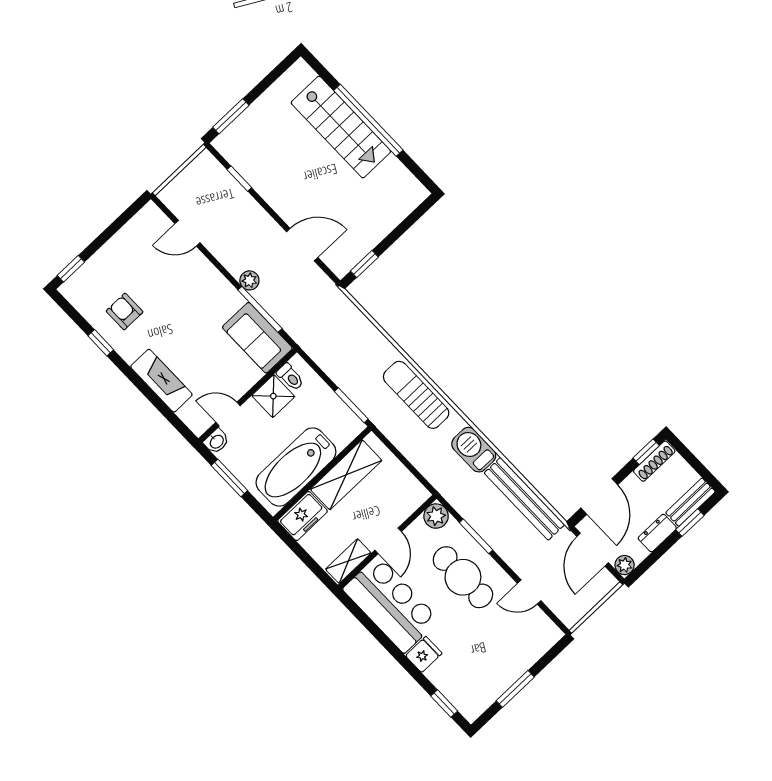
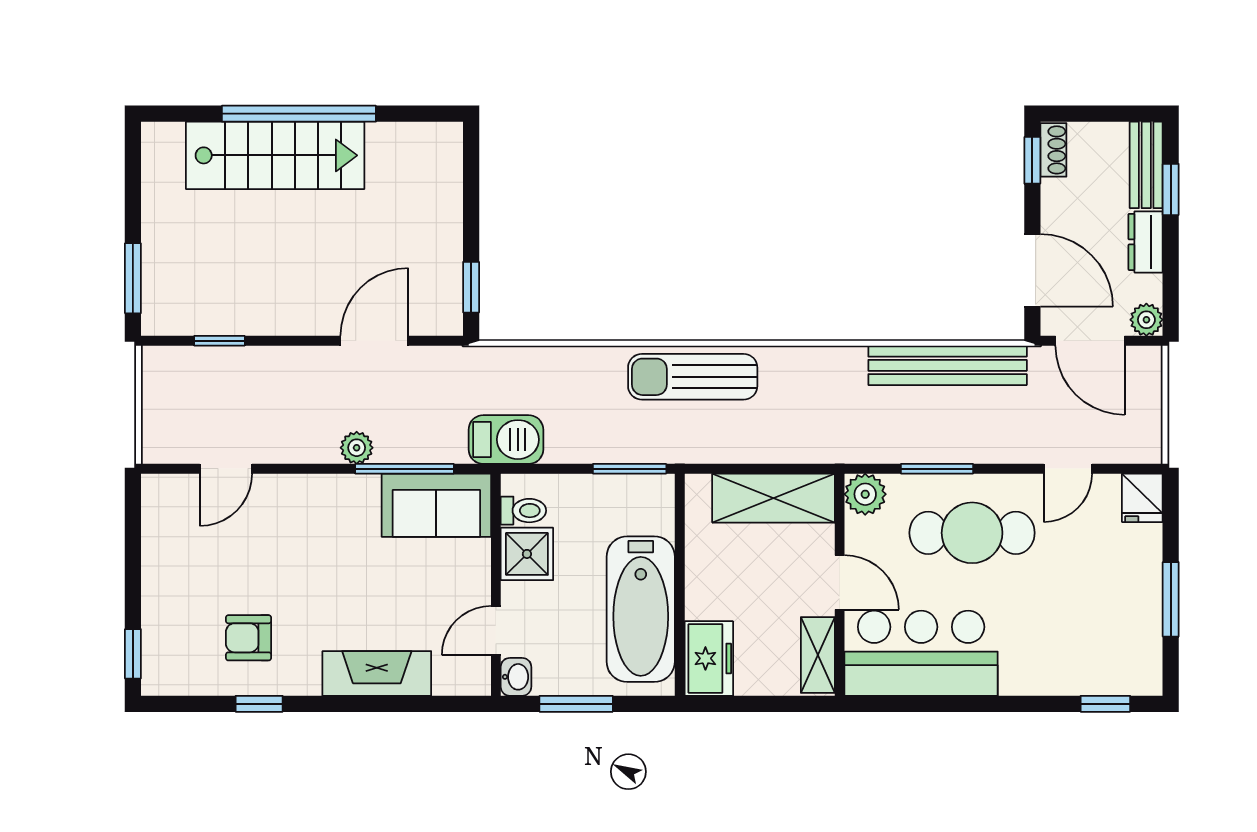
barbecue: (474, 450) -> (506, 440), moved, turned 180
shoe rack: (654, 461) -> (1053, 150), width x0.70
shelving: (346, 475) -> (774, 498), moved, turned 90
fridge: (424, 654) -> (1142, 498), moved, turned 180

